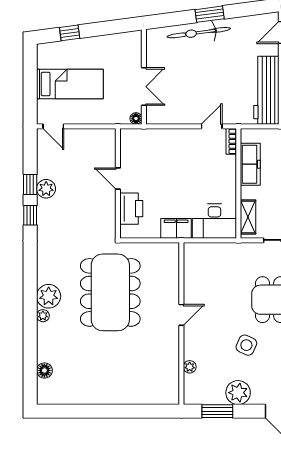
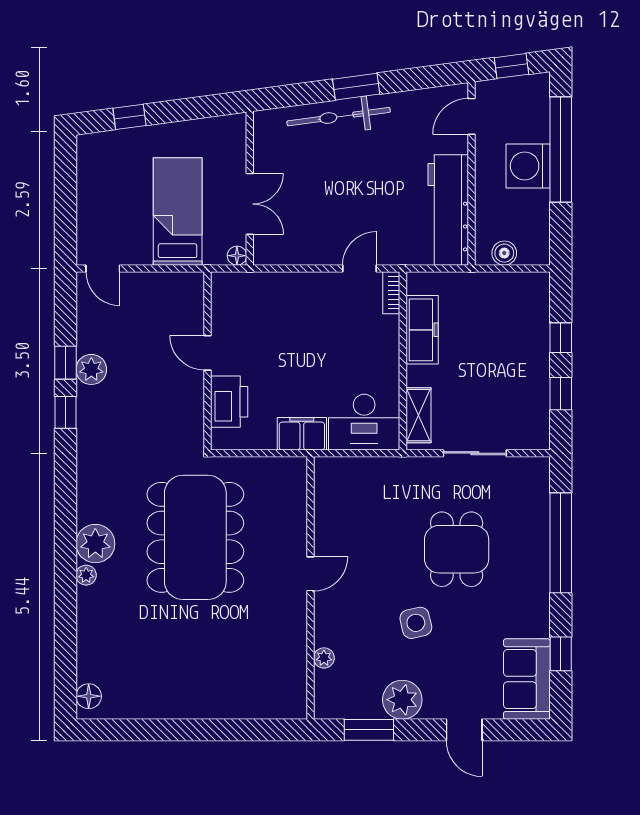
bed: (70, 84) -> (178, 211), moved, turned -90
side table: (246, 345) -> (416, 623), turned -37
floor lamp: (44, 370) -> (89, 696), moved

